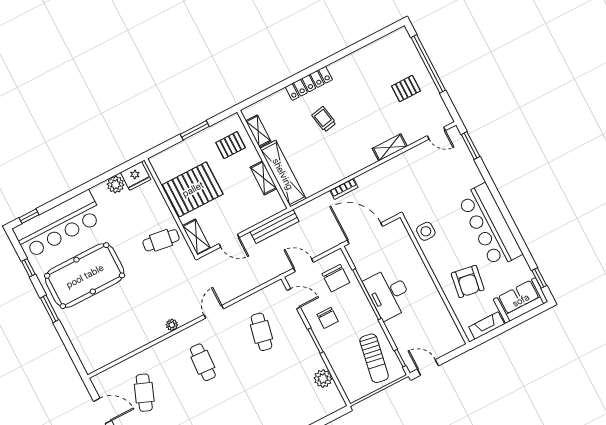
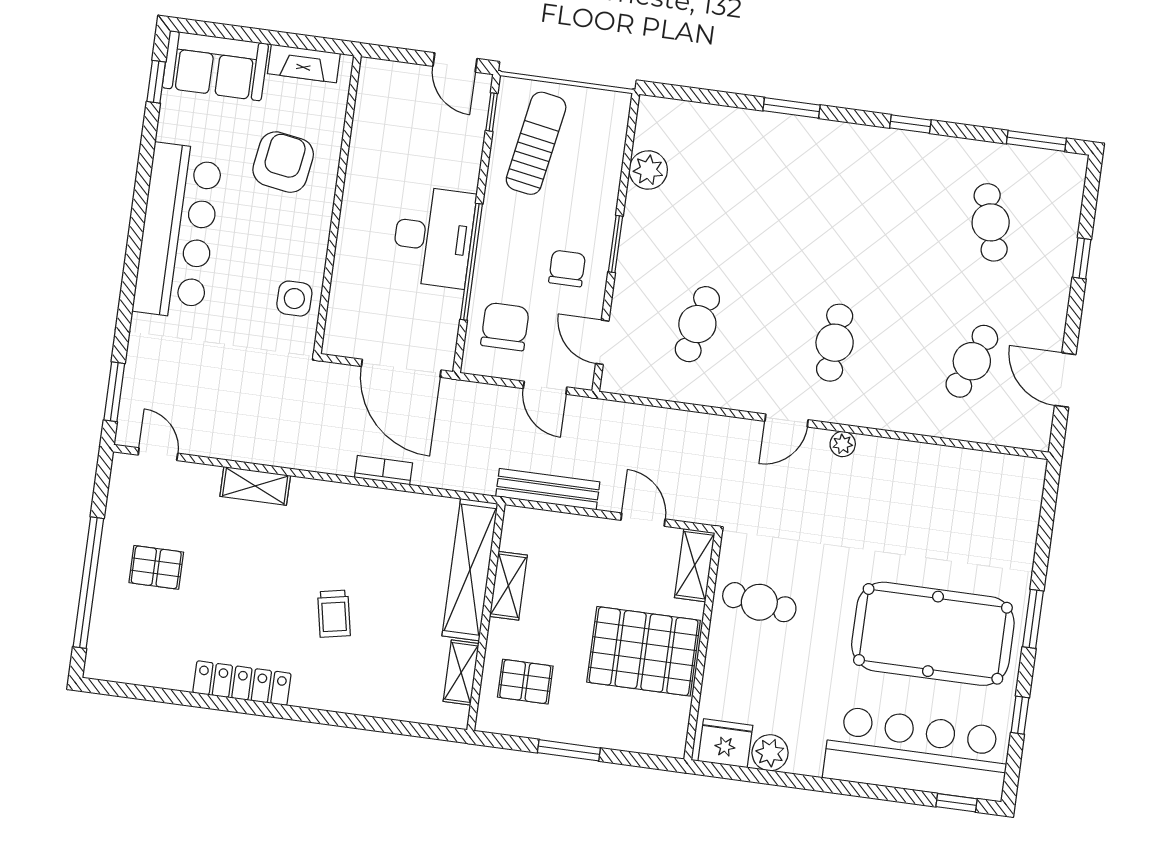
locker: (309, 83) -> (242, 683), moved
door: (214, 312) -> (787, 420), moved

